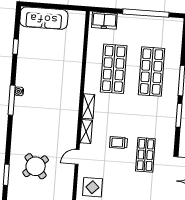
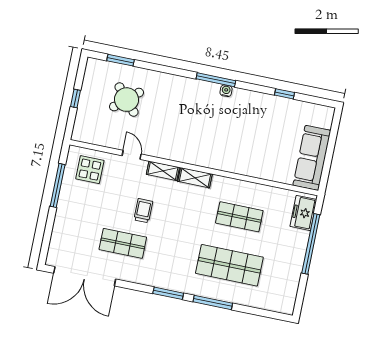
window: (146, 13) -> (311, 244), moved
sofa: (44, 18) -> (312, 158), moved
shop shelf: (114, 69) -> (239, 217), width x0.70, depth x0.74

